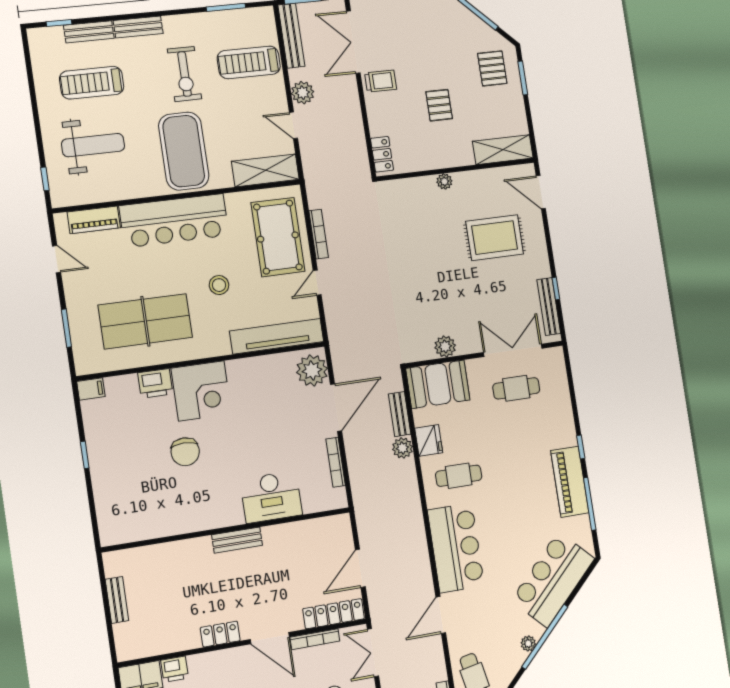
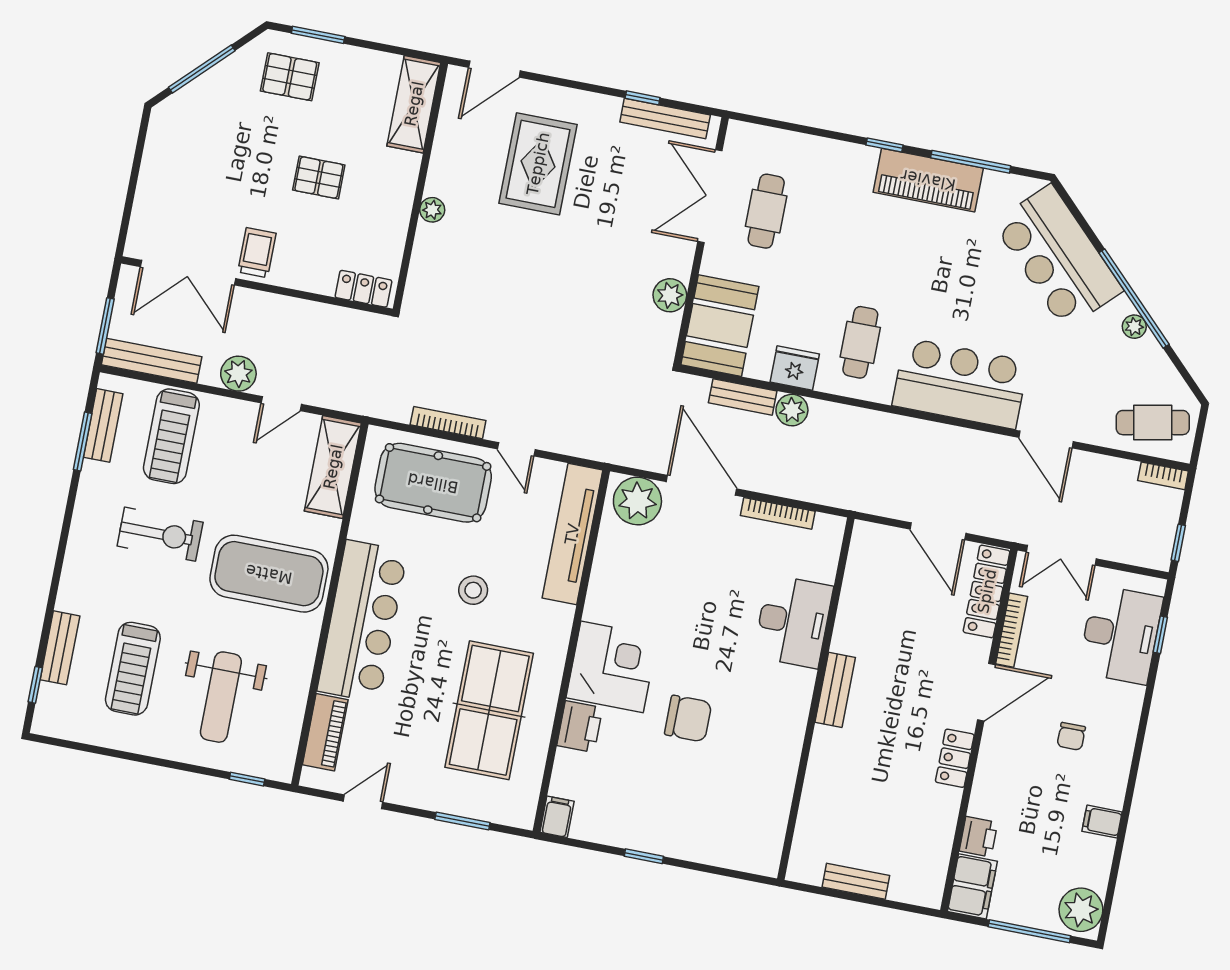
bench: (138, 27) -> (103, 425), moved
weight bench: (93, 145) -> (221, 697), turned 180

